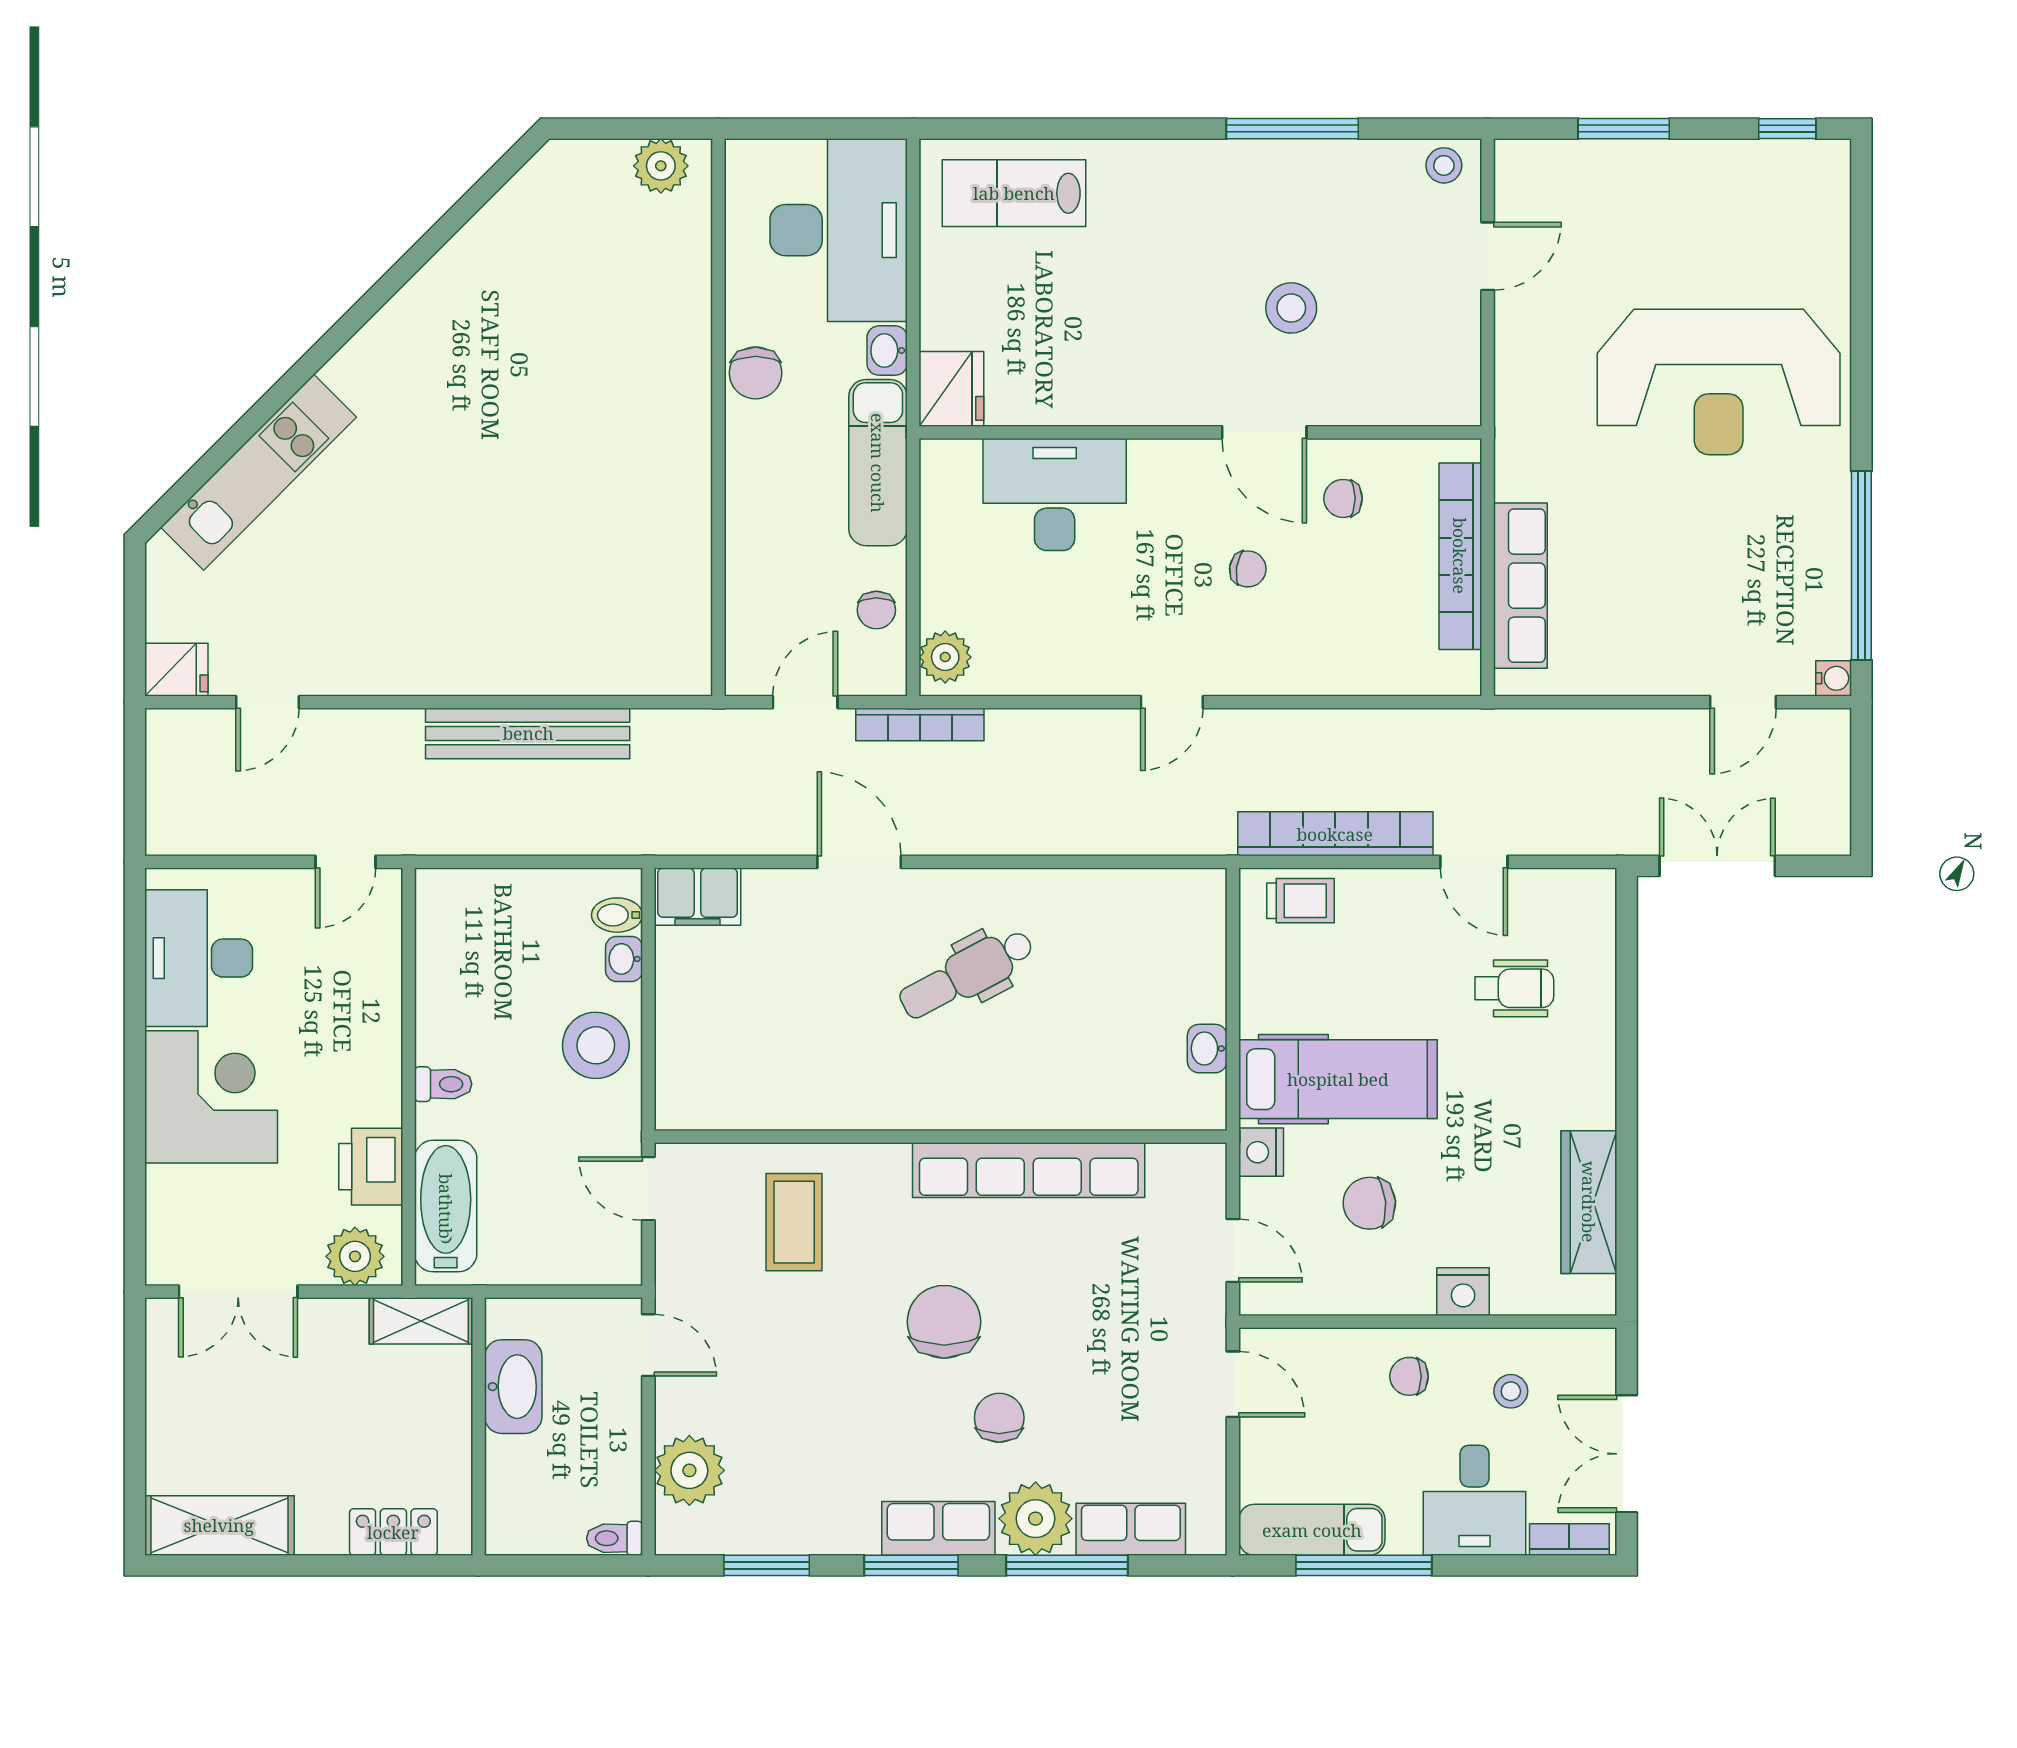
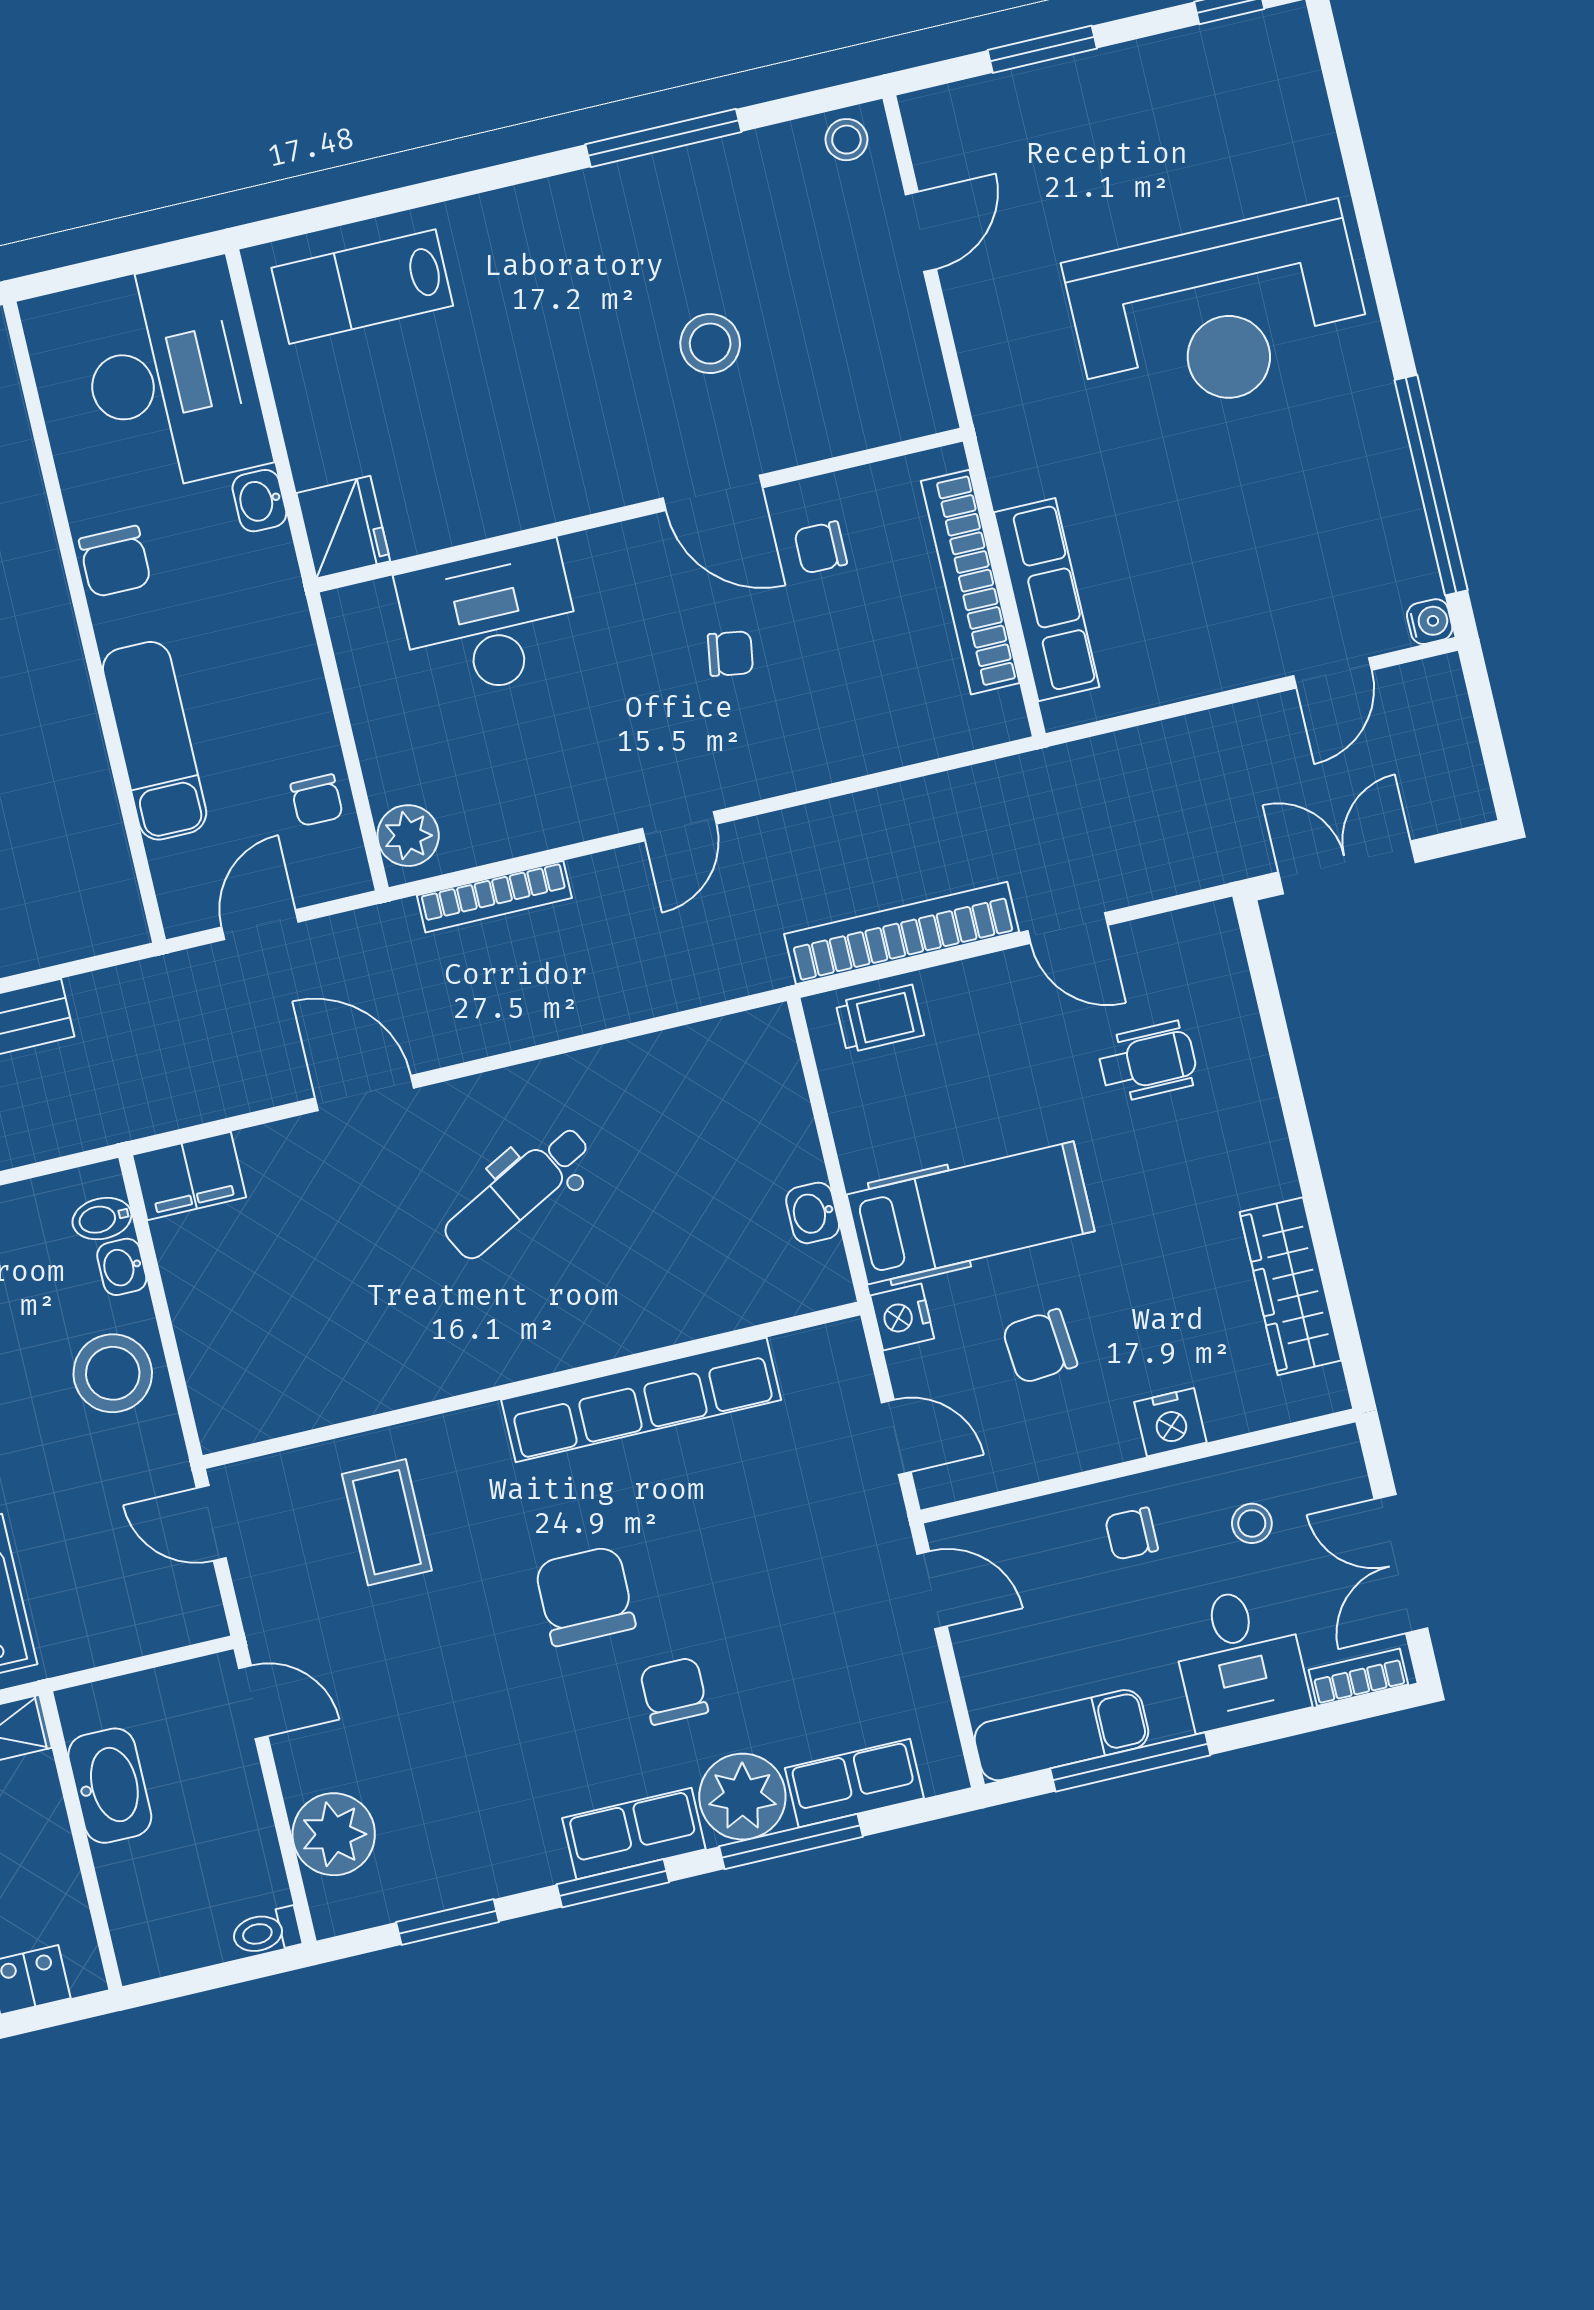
exam couch: (878, 463) -> (155, 741), moved, turned 180
bookcase: (920, 724) -> (494, 897), moved

